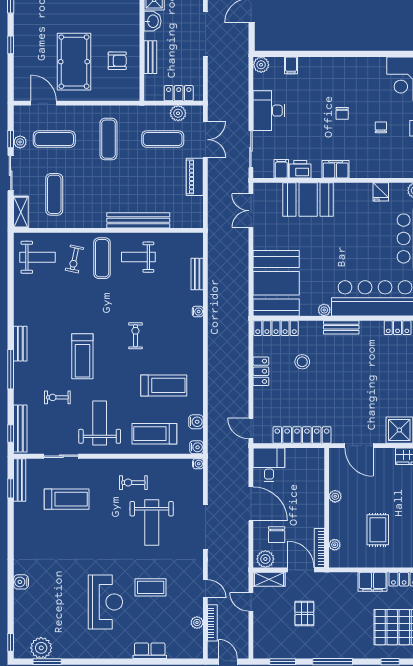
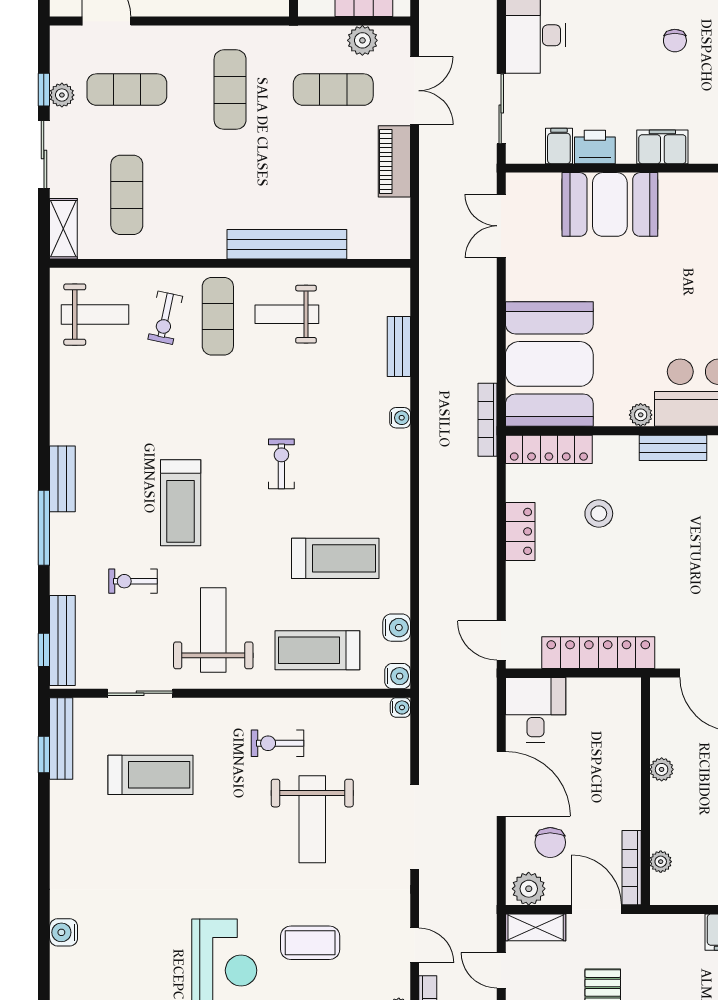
bookcase: (244, 313) -> (488, 420), added

